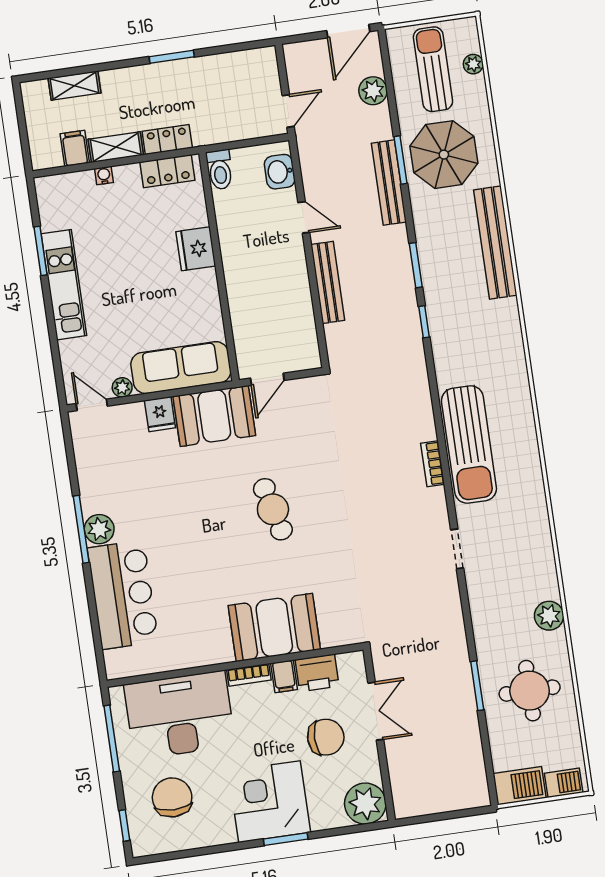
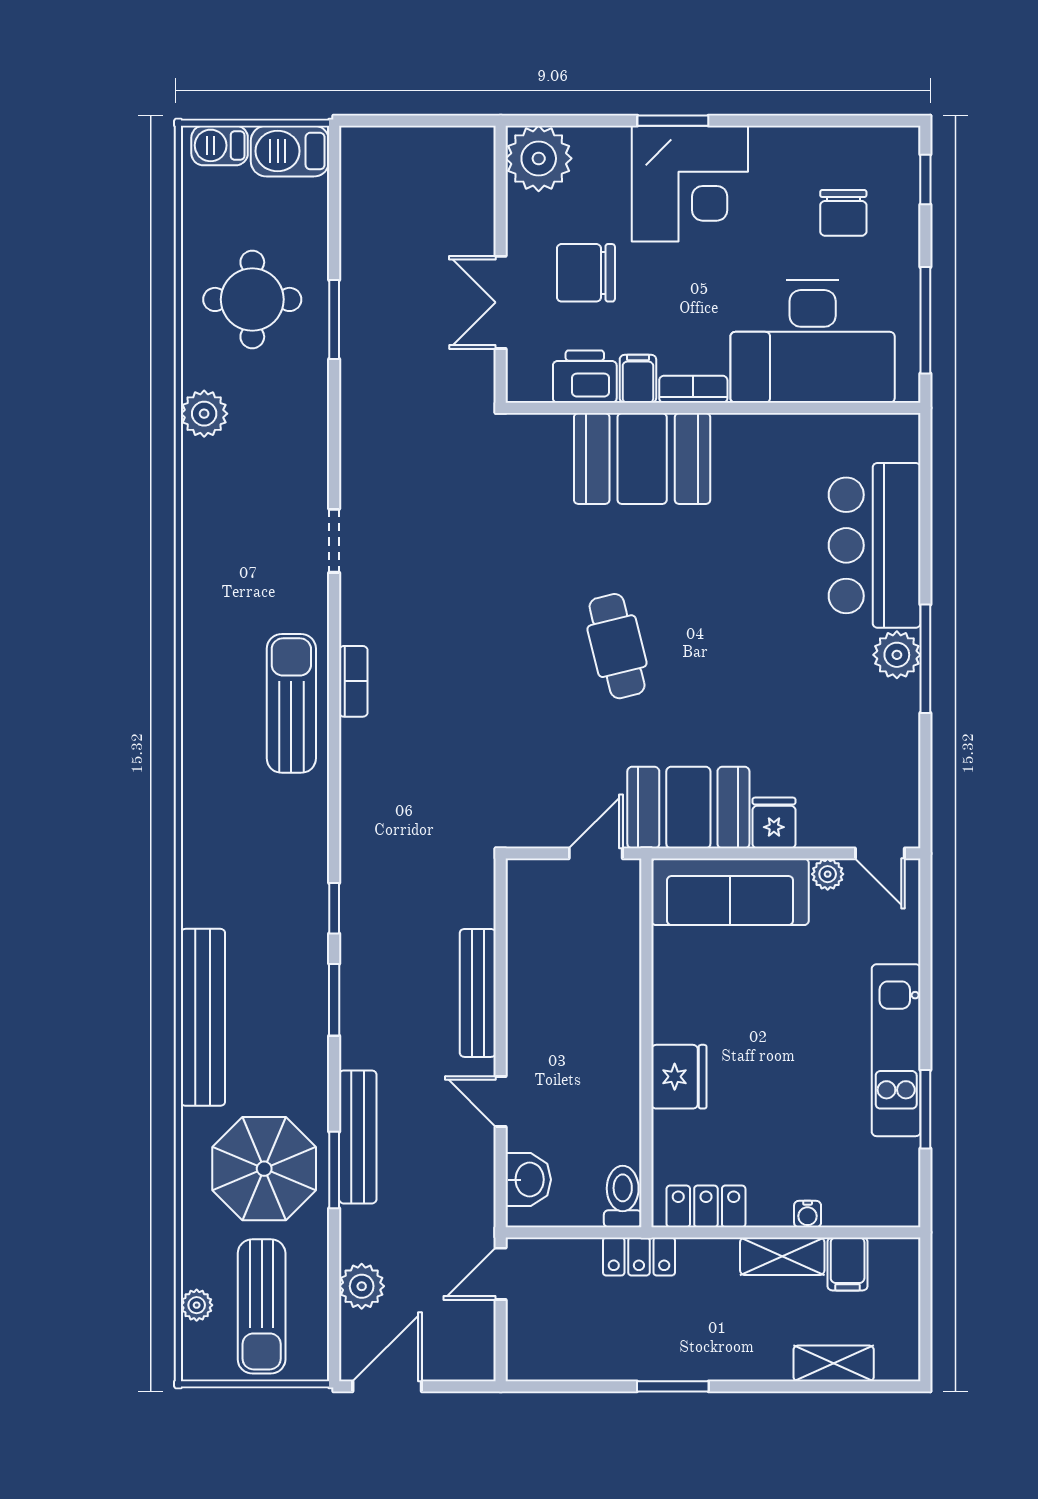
locker: (167, 139) -> (639, 1256), moved
sun lounger: (469, 444) -> (291, 703), width x0.73, depth x0.75
chair: (172, 797) -> (843, 213), width x0.73, depth x0.73

